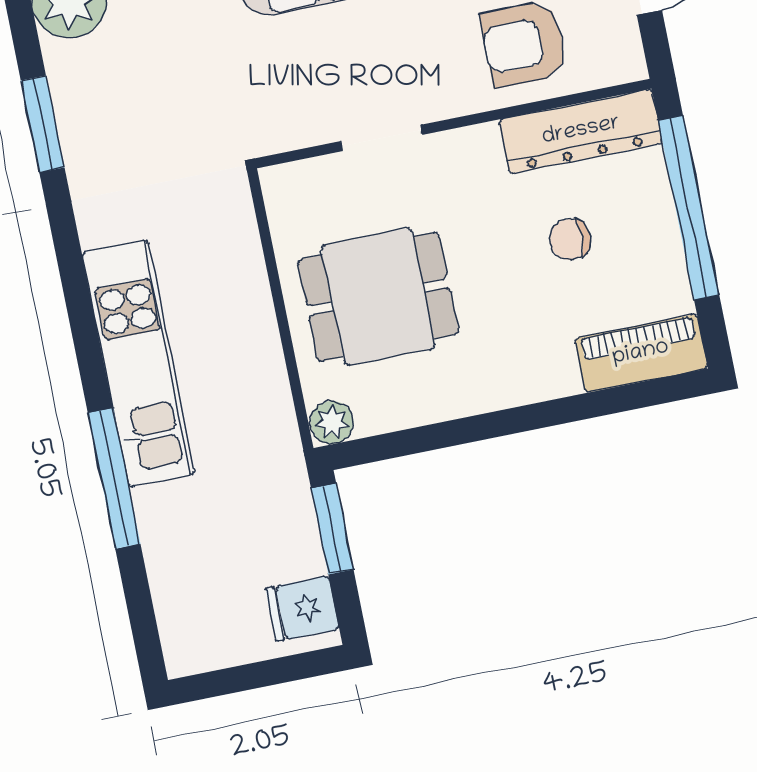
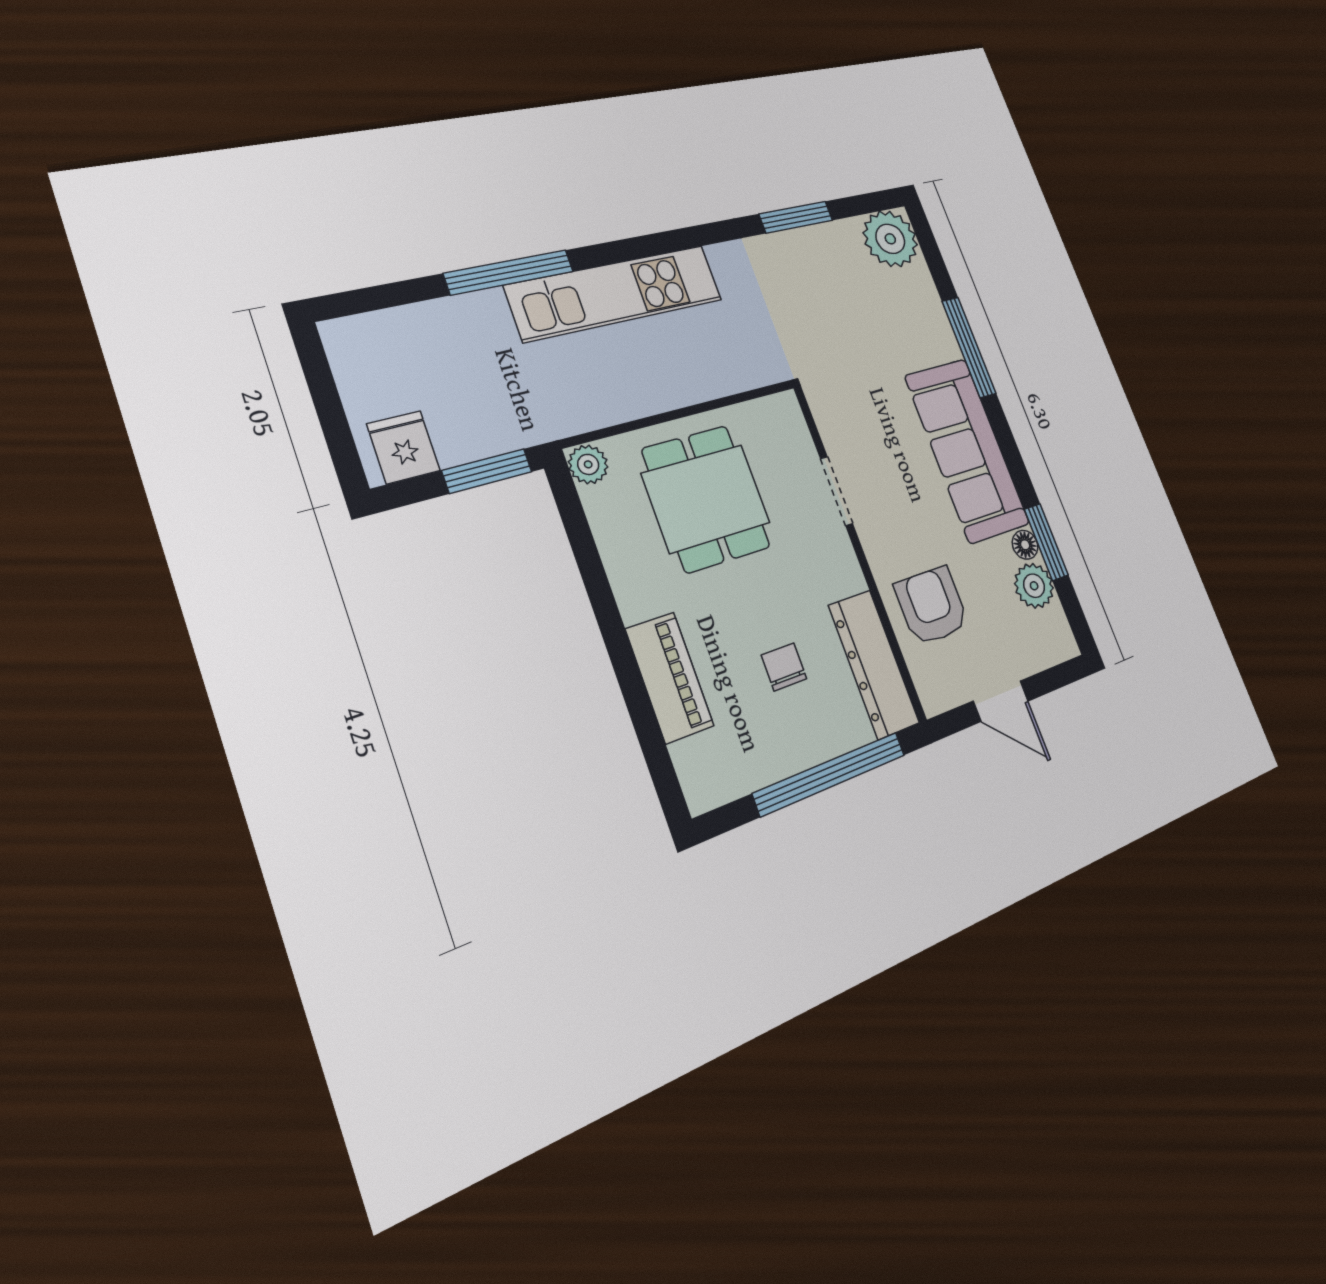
piano: (641, 353) -> (670, 677), moved

